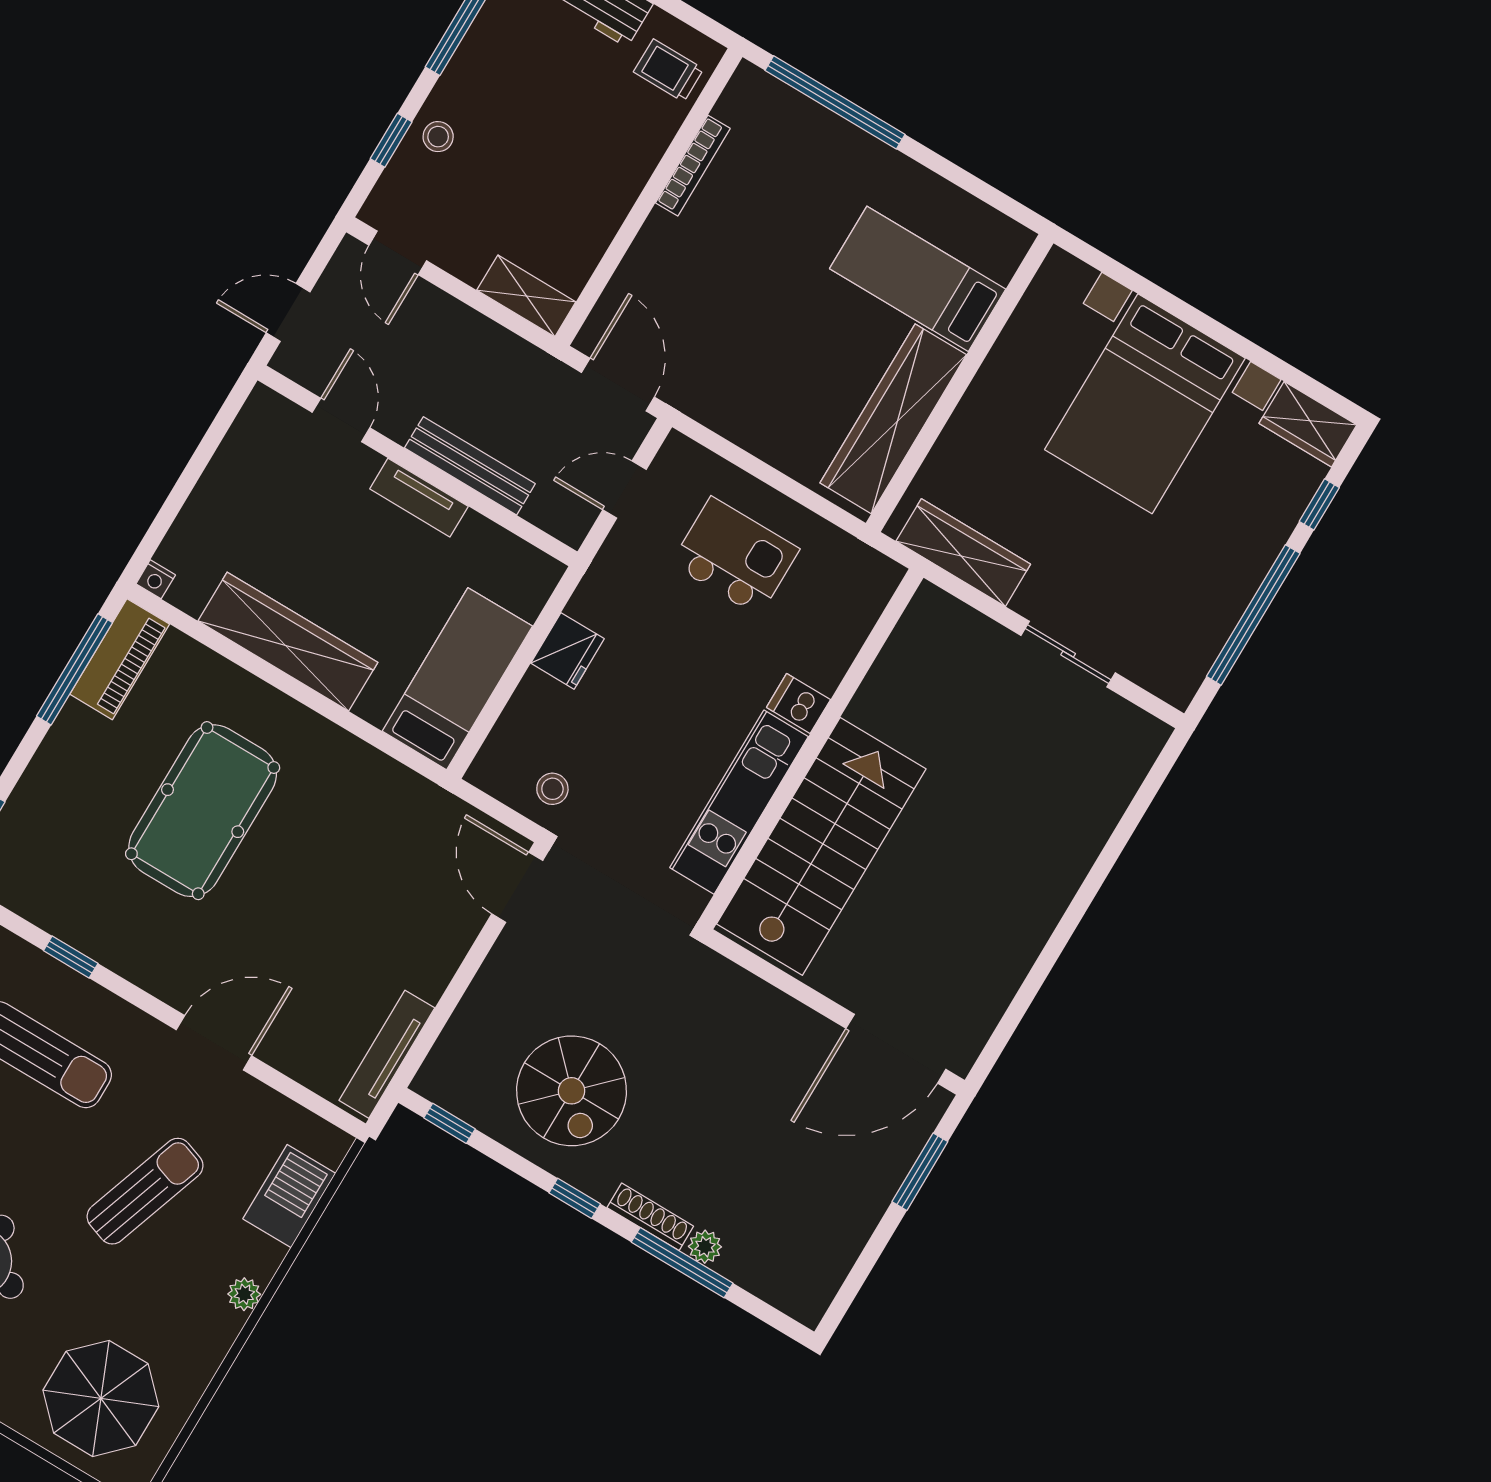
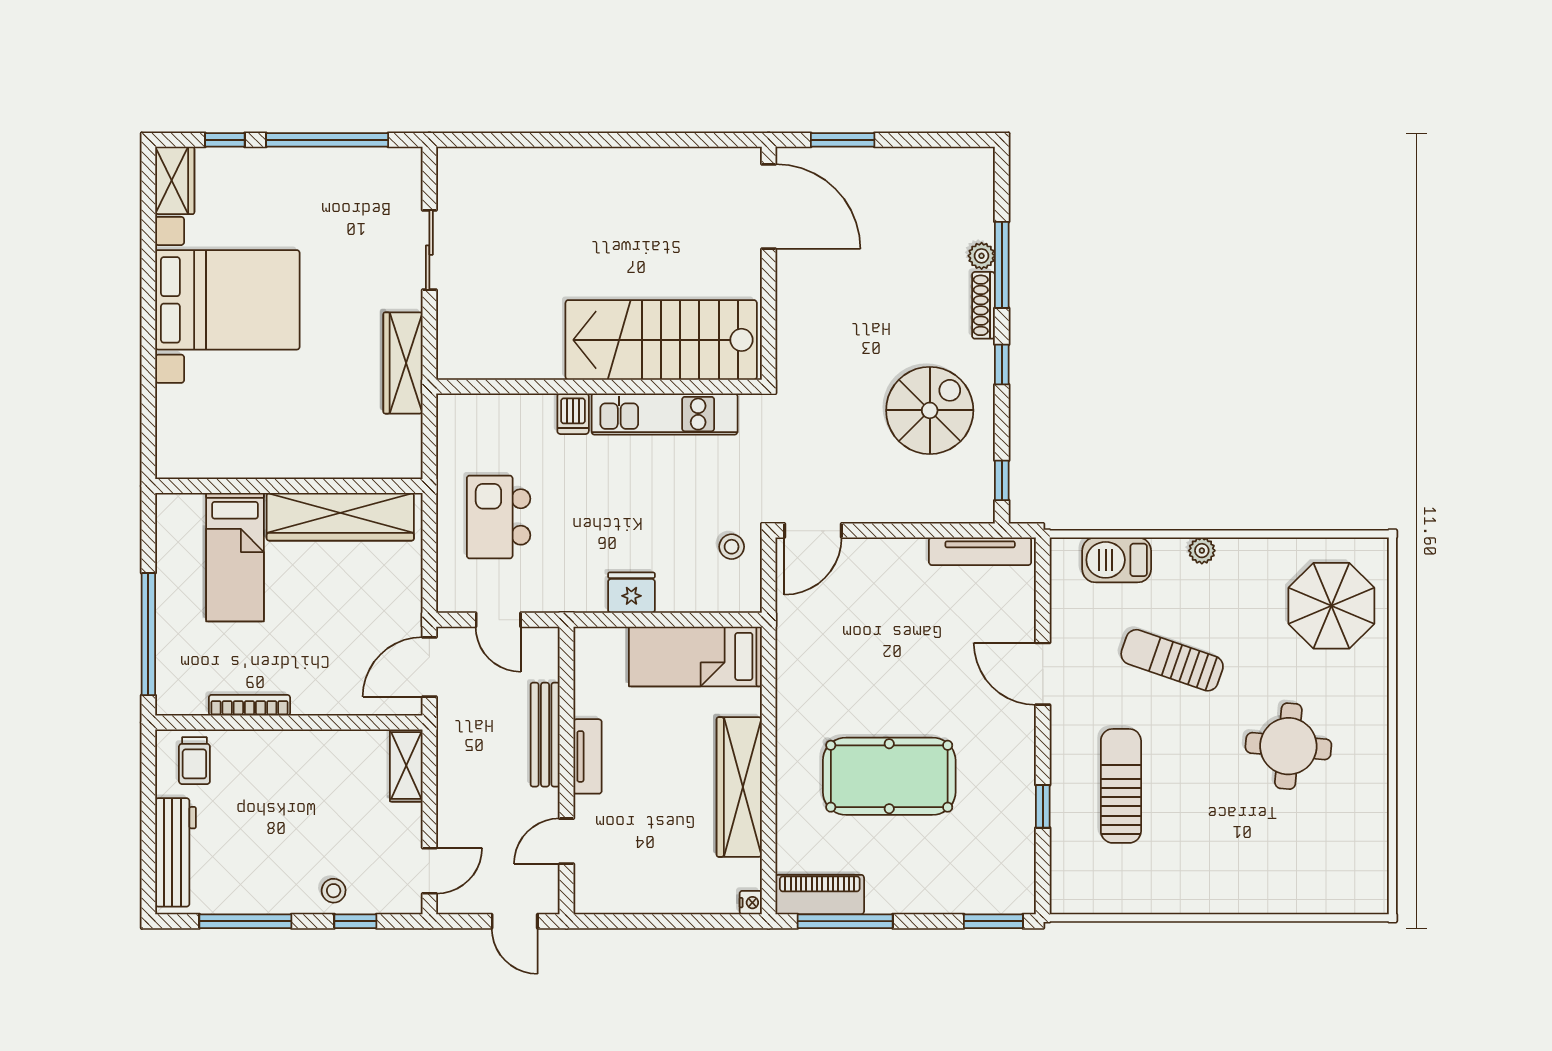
bed: (918, 279) -> (235, 557), moved
wall: (960, 383) -> (289, 486), moved
wardrobe: (893, 419) -> (340, 517), moved

